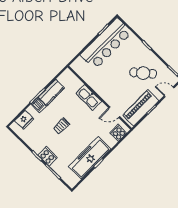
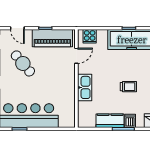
door: (114, 112) -> (76, 56), hinge flipped

